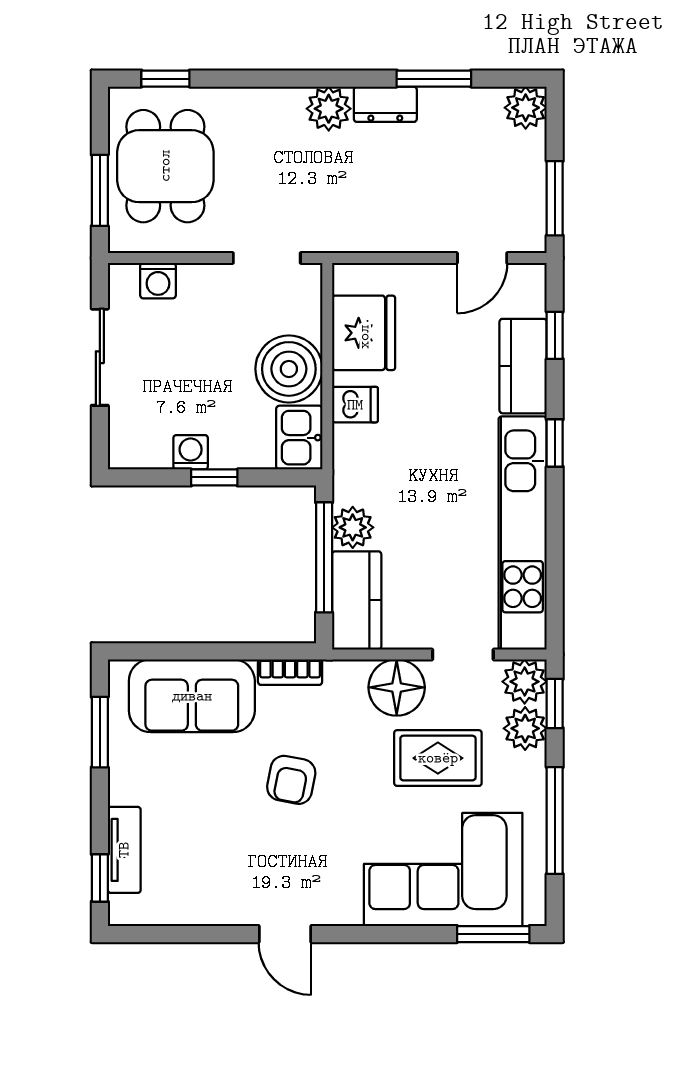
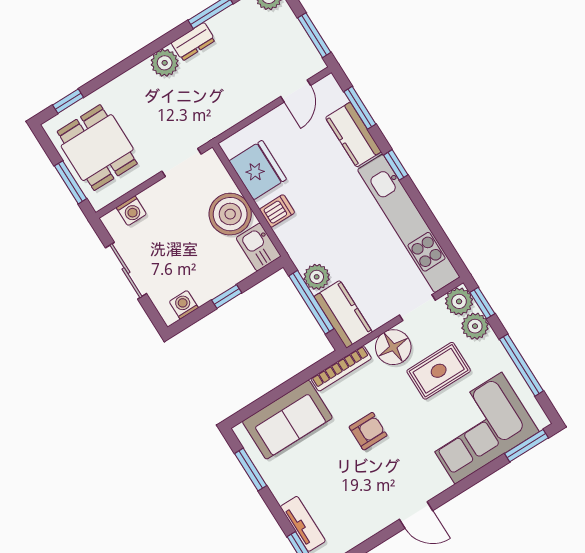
window: (555, 335) -> (360, 108), width x1.50
washing machine: (191, 452) -> (184, 305), moved
bookcase: (290, 672) -> (341, 368), width x1.56
armchair: (291, 780) -> (368, 431), turned -101

